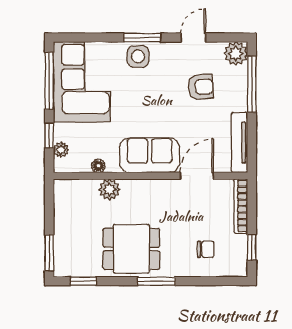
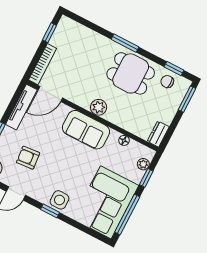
window: (142, 38) -> (50, 211), width x0.67
door: (197, 176) -> (50, 94), moved
plant: (109, 189) -> (99, 107), moved
dresser: (62, 194) -> (158, 134), added
chair: (206, 249) -> (167, 82), moved

